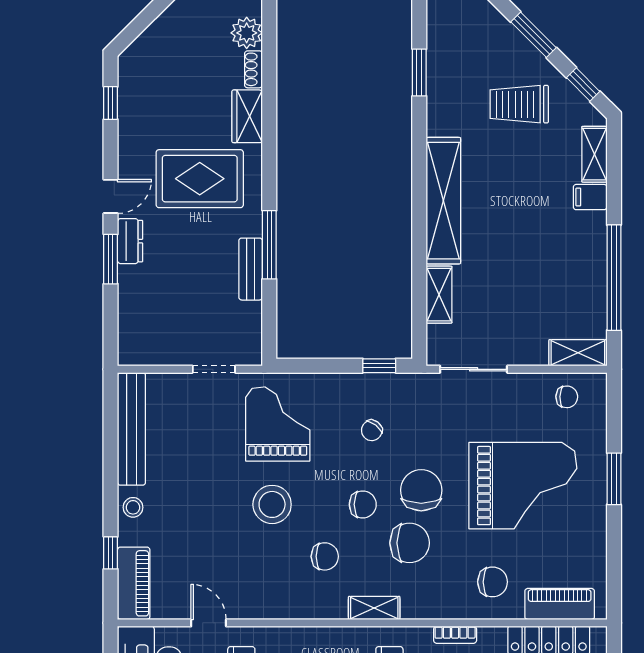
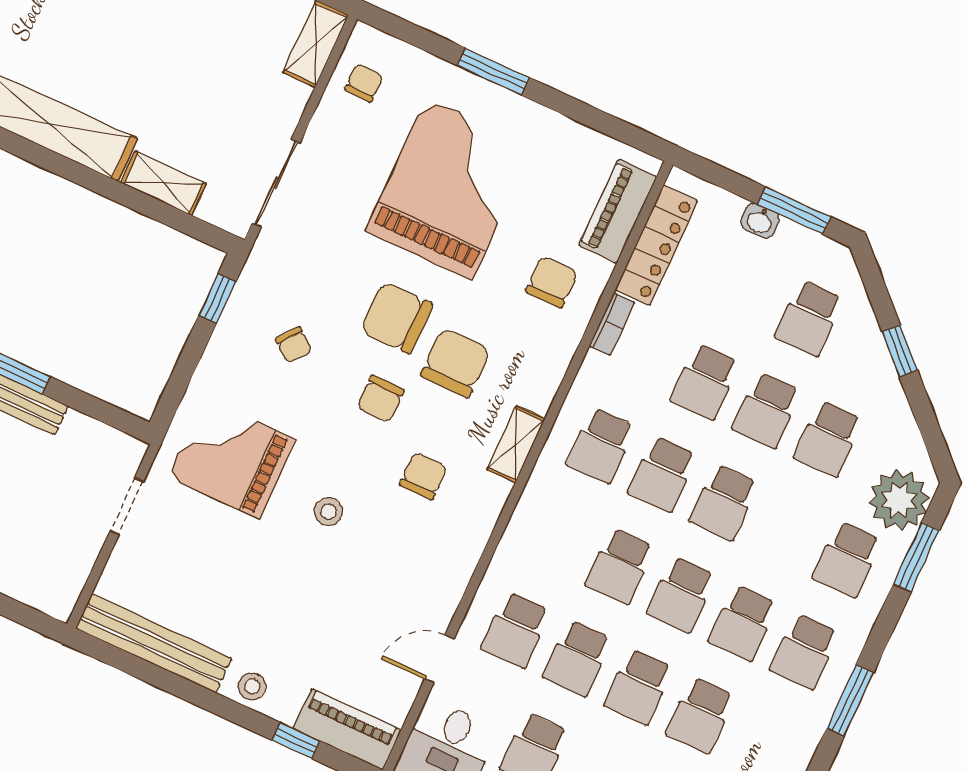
stool: (272, 504) -> (328, 512), width x0.53, depth x0.53
chair: (363, 504) -> (381, 399), turned 180
bookcase: (455, 635) -> (612, 324), moved

